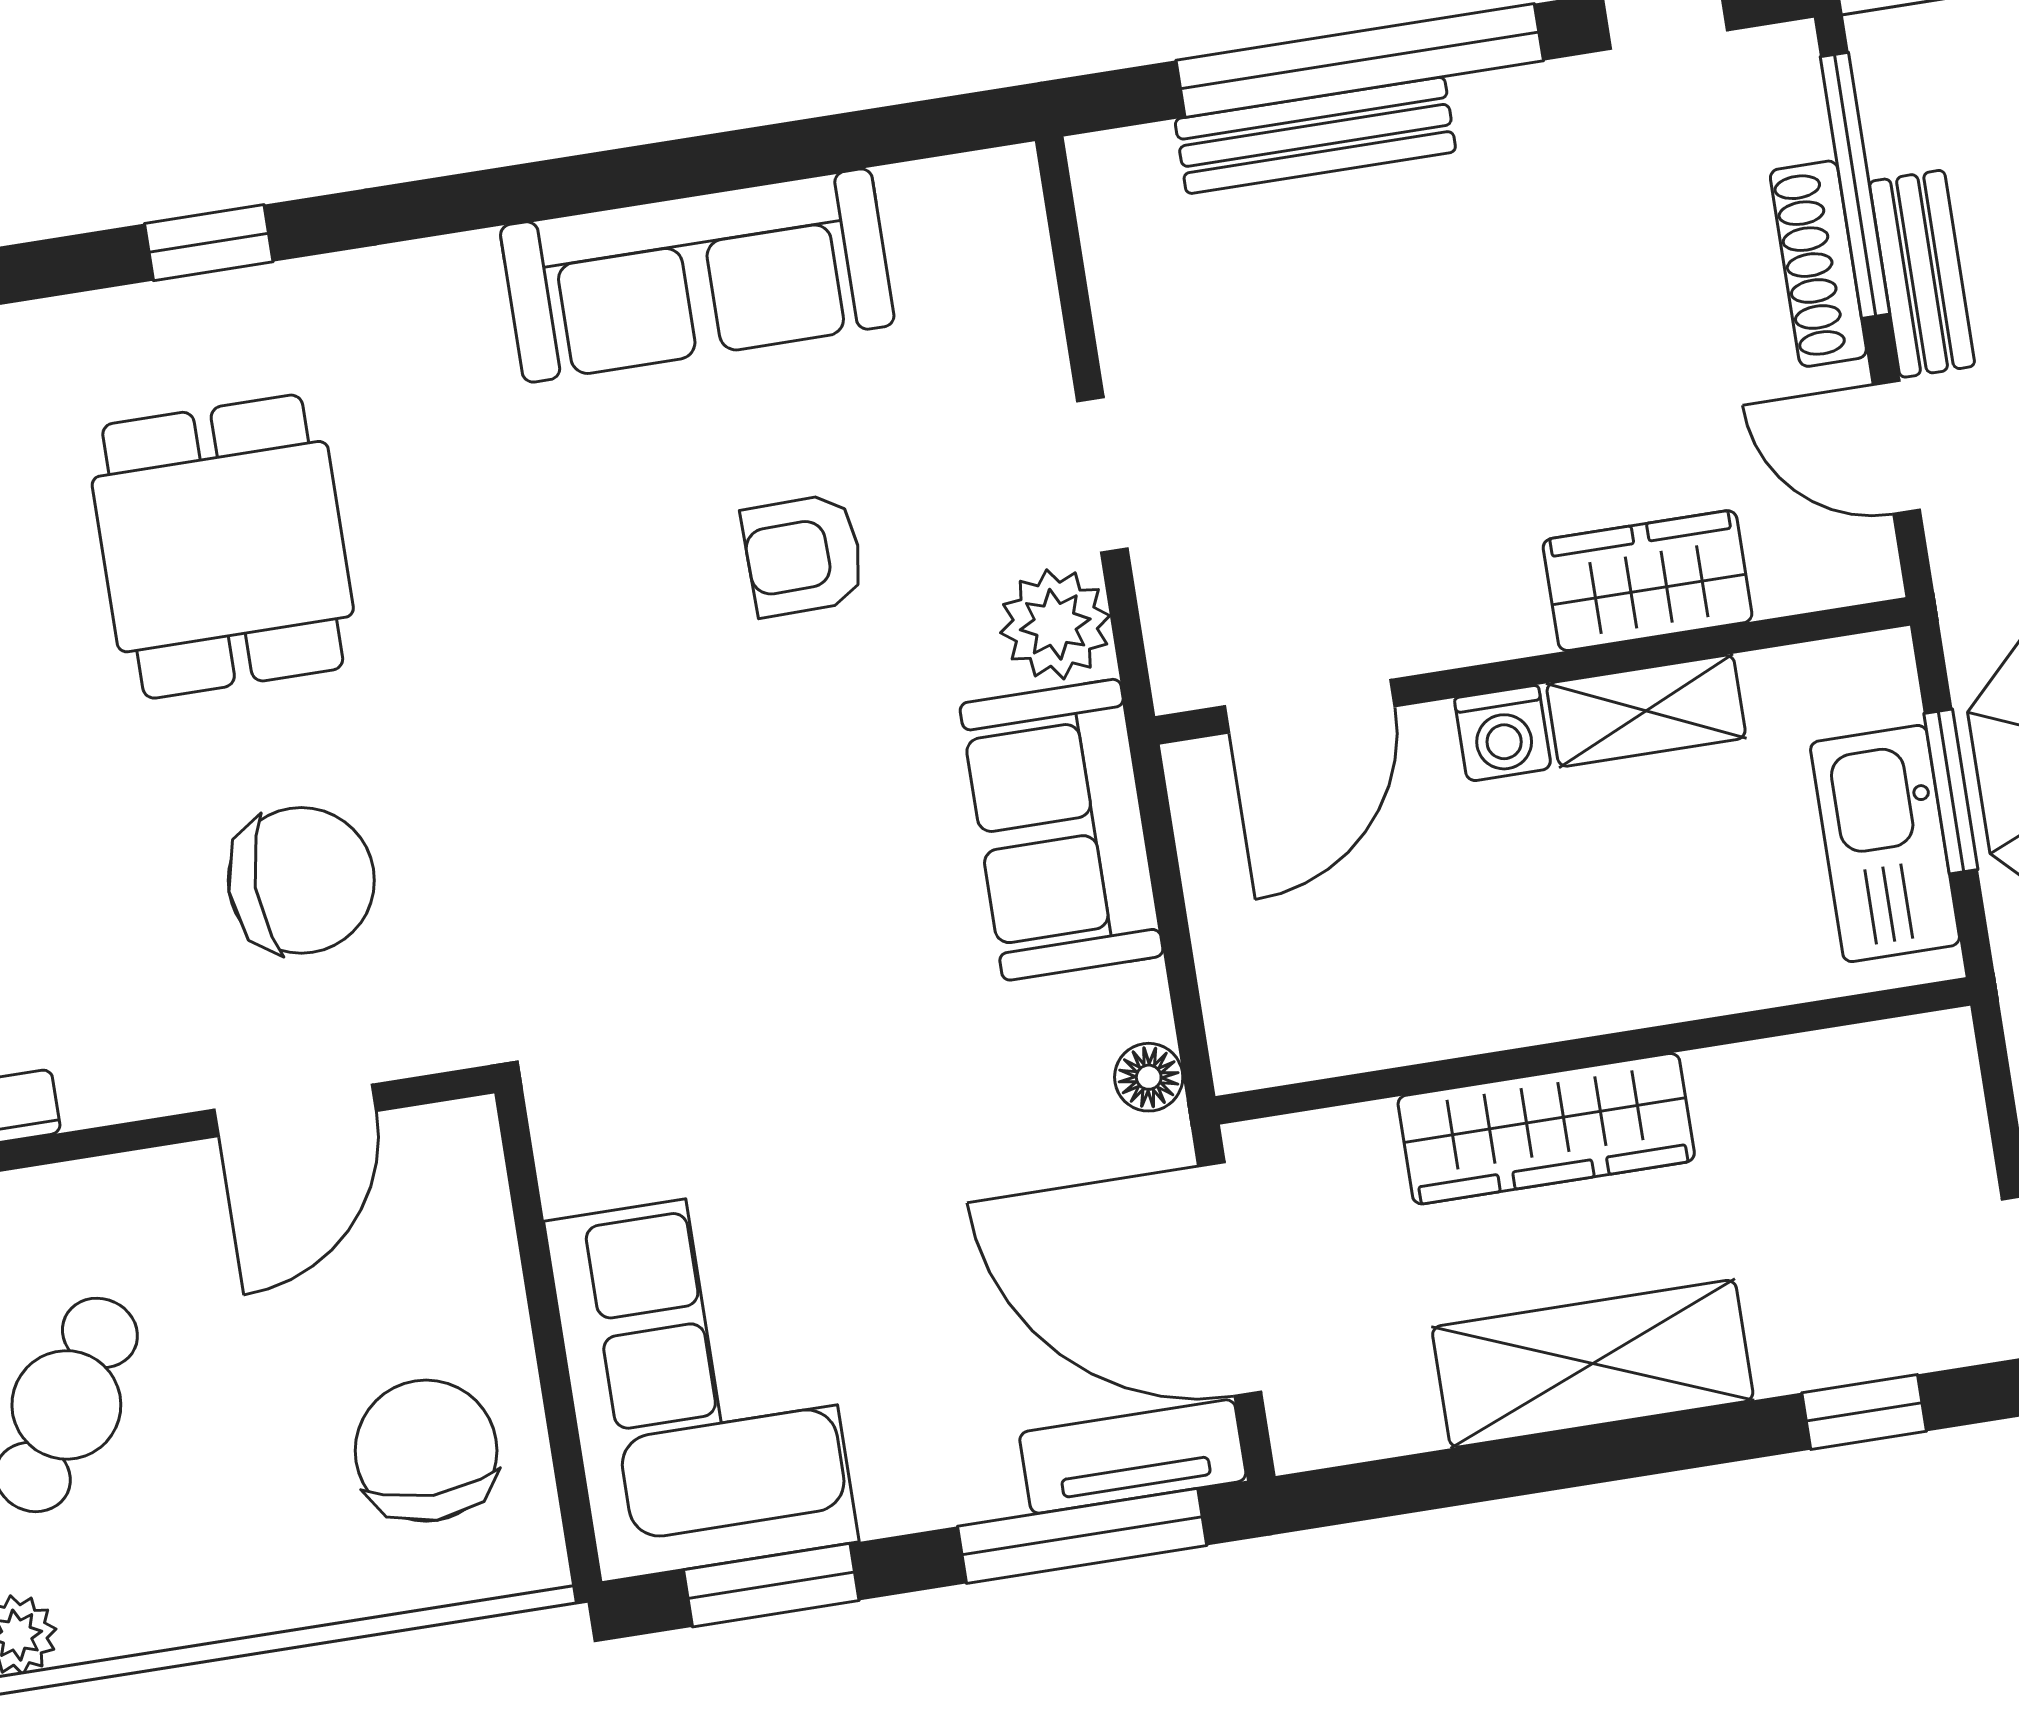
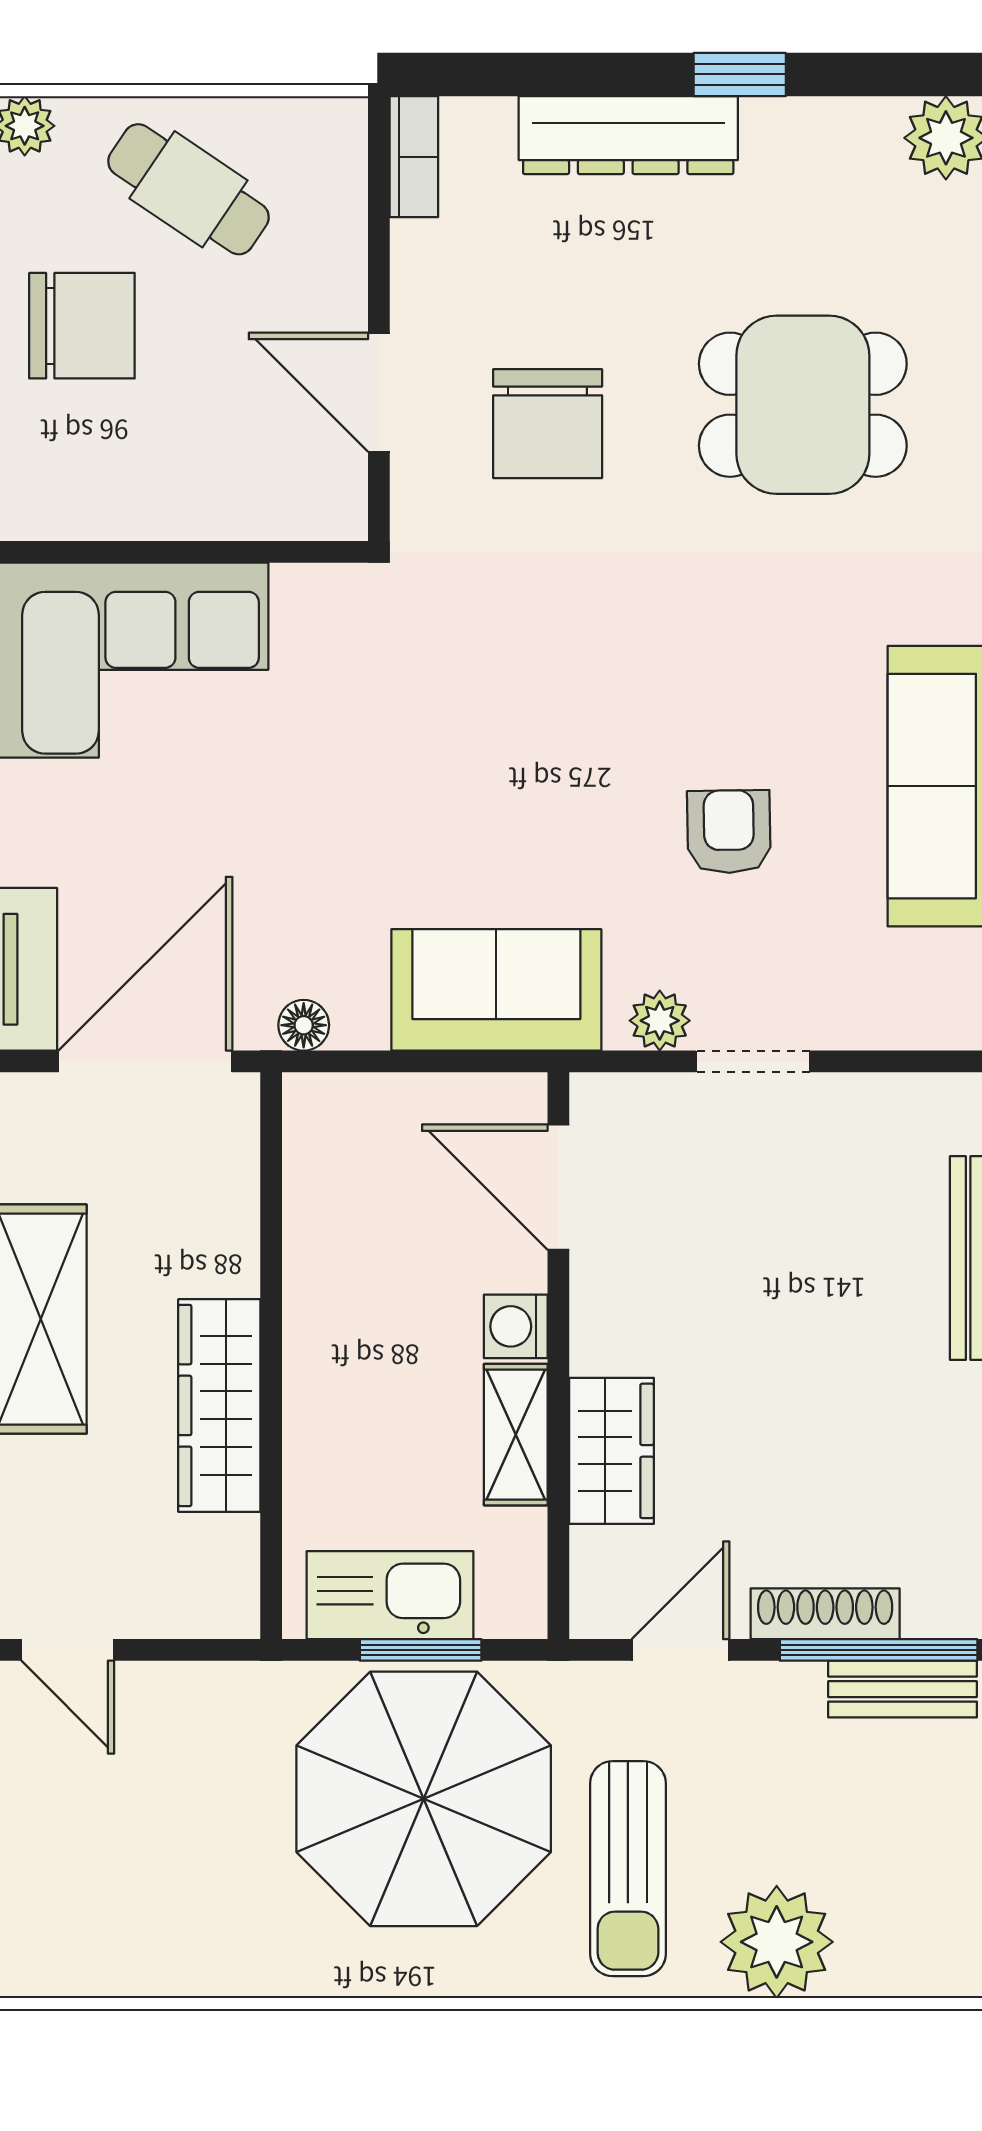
bench: (1922, 274) -> (903, 1689), moved
plant: (1055, 624) -> (660, 1021), width x0.73, depth x0.73
wardrobe: (1546, 1129) -> (219, 1405), moved
chair: (426, 1451) -> (82, 326), moved

